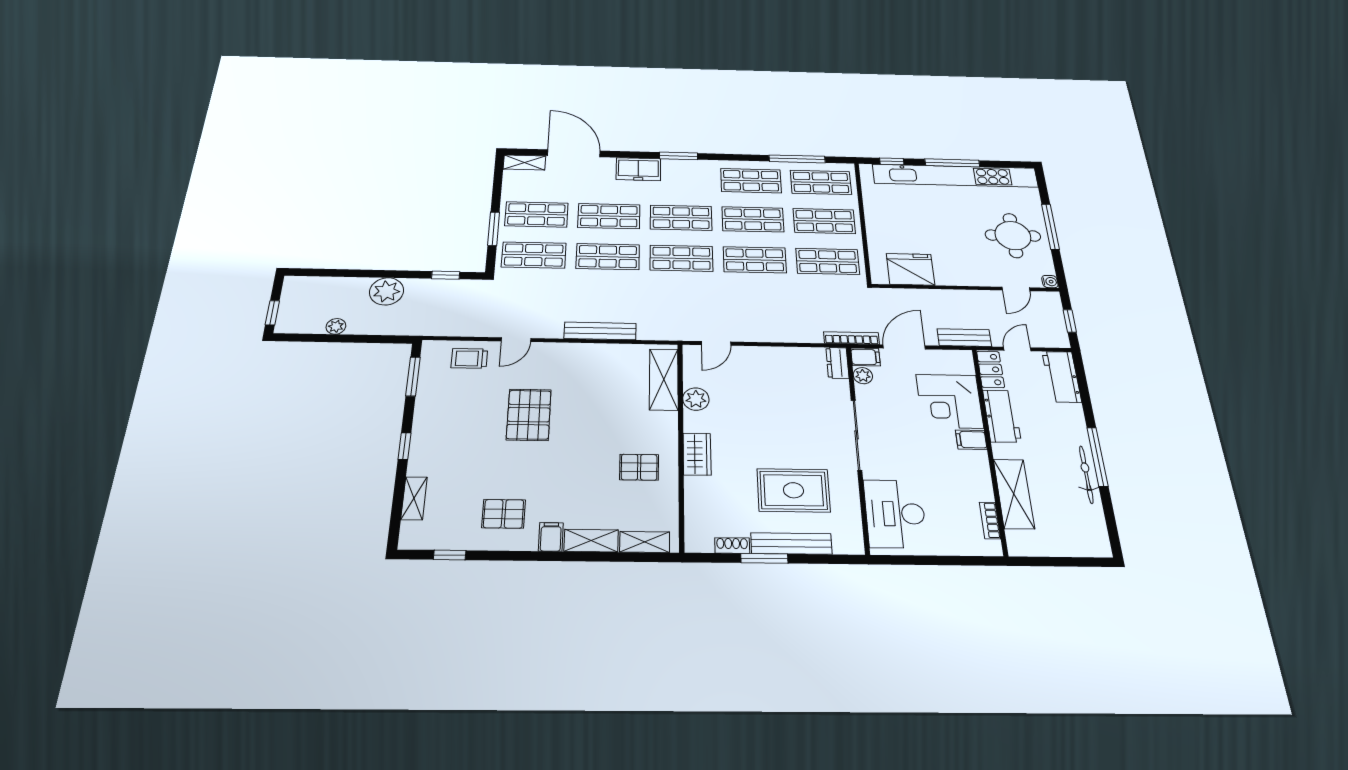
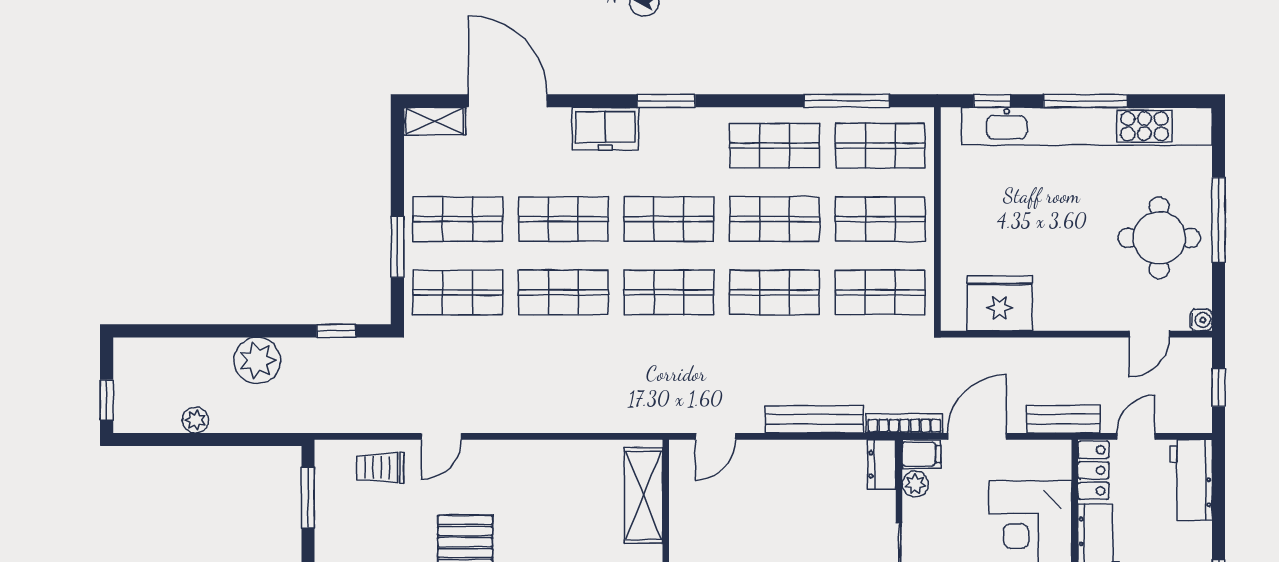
bench: (600, 331) -> (814, 419), moved
plant: (696, 399) -> (686, 525), removed

